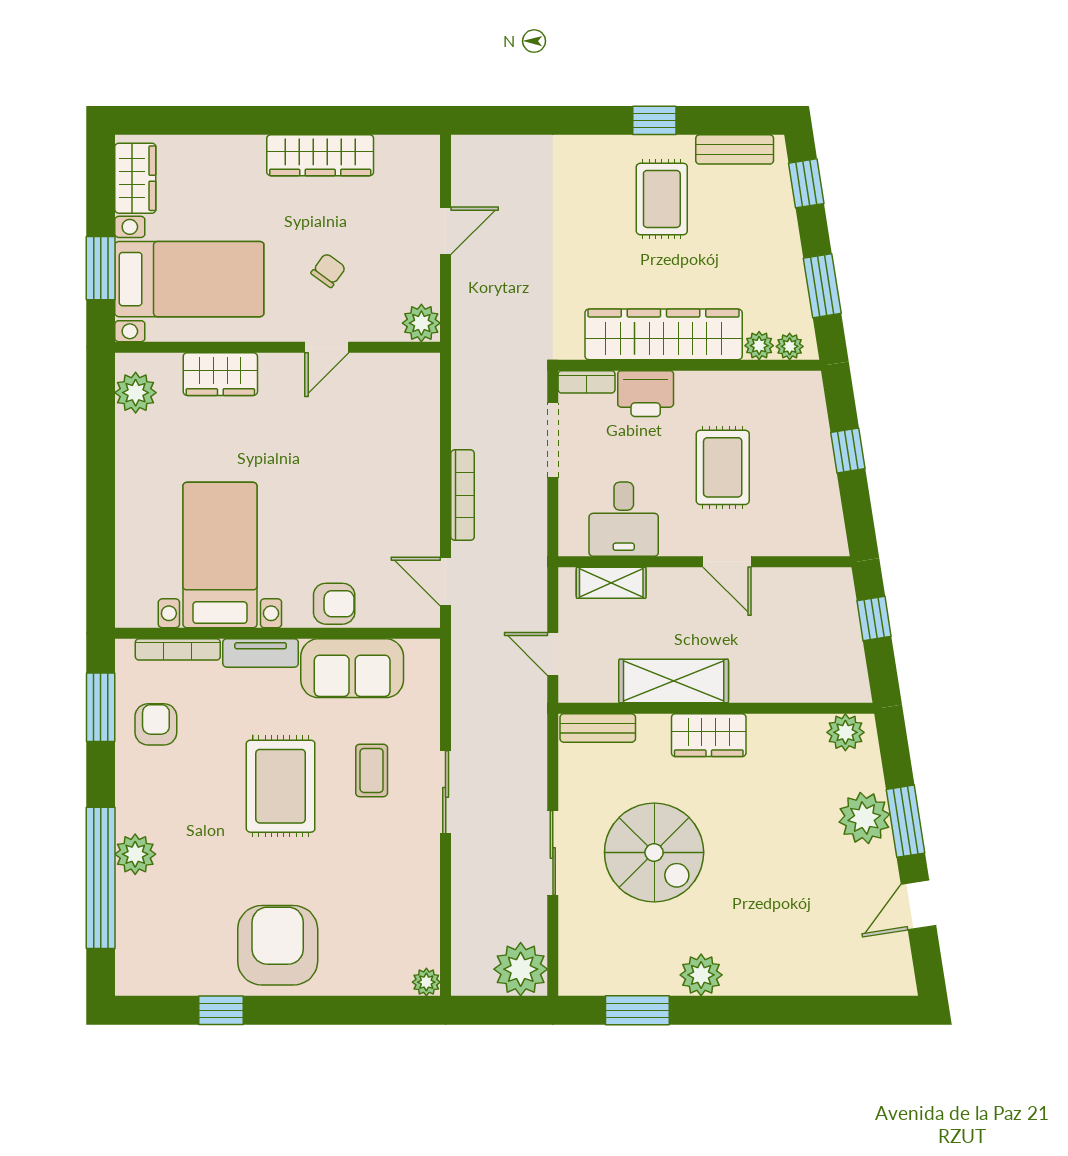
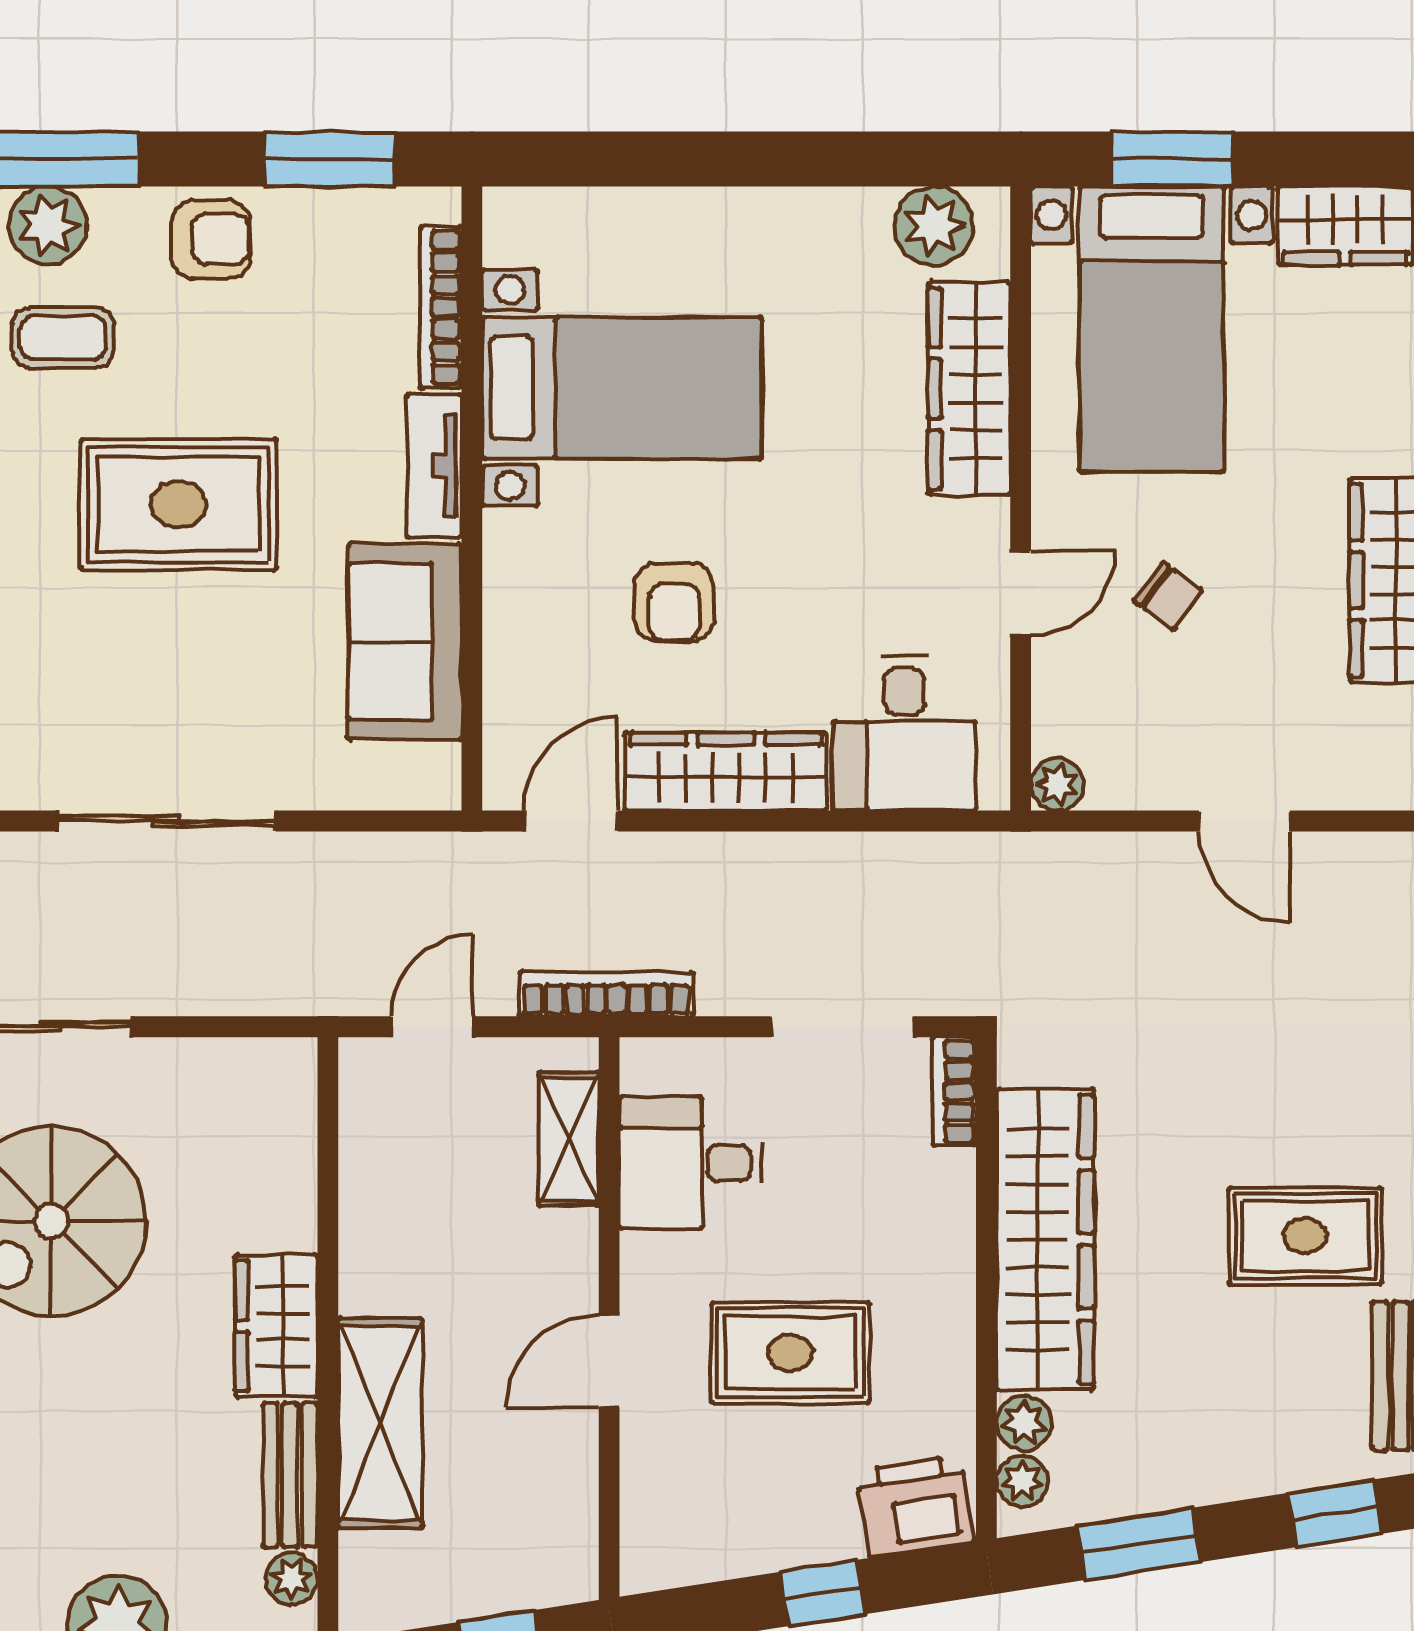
plant: (421, 323) -> (1057, 784), width x0.73, depth x0.73
door: (327, 347) -> (1021, 593), swing flipped
wardrobe: (220, 374) -> (969, 389), width x1.50
printer: (646, 394) -> (915, 1506), moved, turned 81
desk: (400, 408) -> (904, 733), added
bookcase: (463, 495) -> (606, 994), moved, turned 180
wardrobe: (420, 501) -> (726, 772), added
armchair: (334, 604) -> (674, 602), moved
shelving: (674, 681) -> (380, 1423), moved
armchair: (156, 724) -> (211, 239), moved
bench: (598, 728) -> (290, 1475), moved
plant: (845, 732) -> (292, 1579), width x0.73, depth x0.73
coffee table: (372, 770) -> (63, 338), moved
sliding door: (446, 792) -> (167, 821), width x1.37

